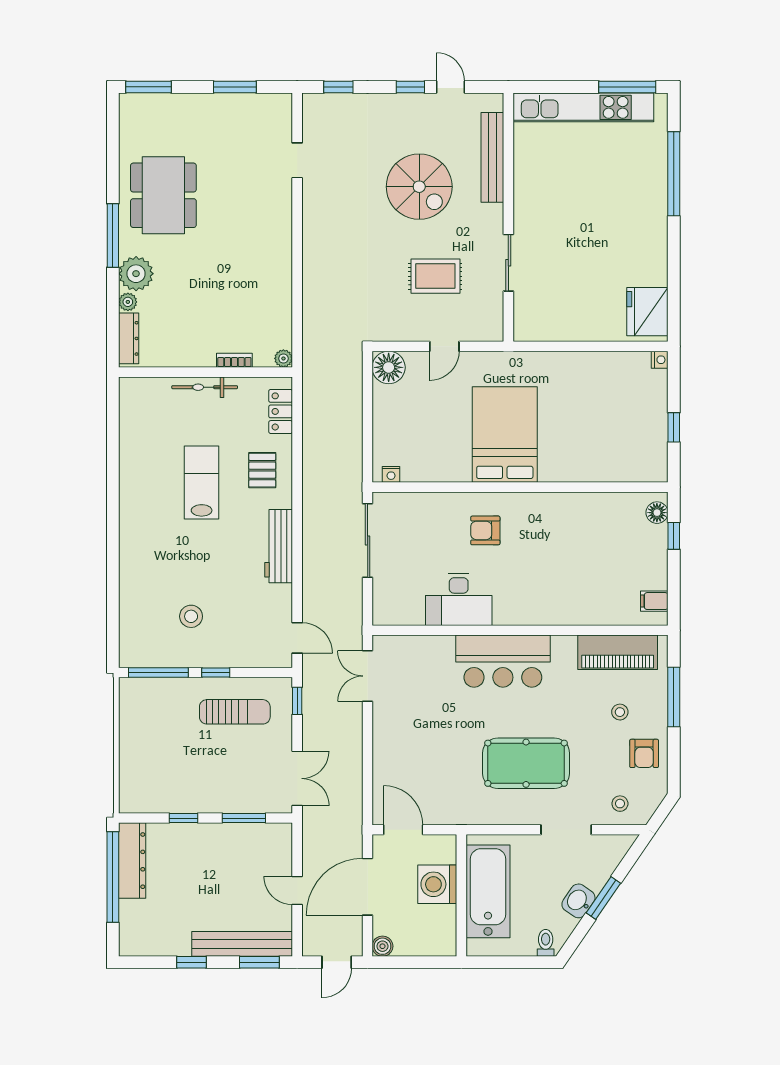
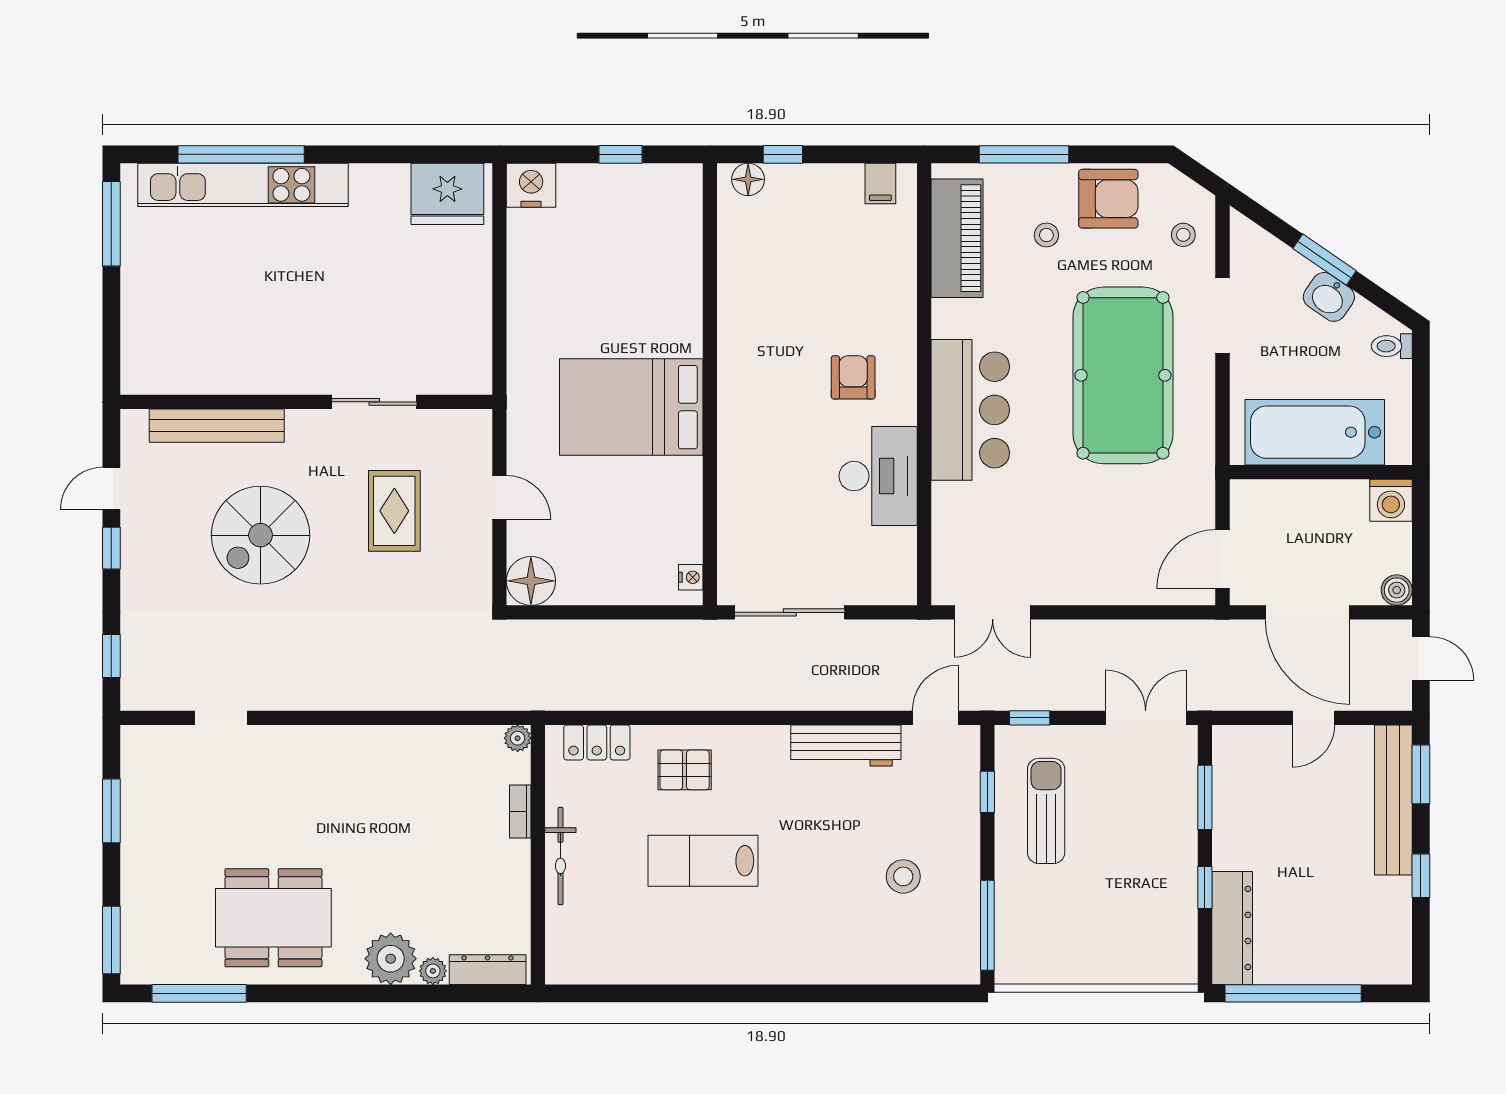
kitchen unit: (583, 107) -> (243, 185), moved, turned 90
spiral stairs: (419, 187) -> (261, 535), turned 180
window: (113, 236) -> (199, 993), moved
nightstand: (660, 360) -> (531, 185), width x1.89, depth x1.79
armchair: (485, 530) -> (853, 377), moved, turned 180
workbench: (279, 546) -> (846, 745), moved
window: (216, 673) -> (987, 792), moved
armchair: (644, 753) -> (1108, 199), width x1.38, depth x1.38
pool table: (526, 763) -> (1123, 375), width x1.36, depth x1.32
dresser: (132, 861) -> (1232, 928), moved, turned 90
washing machine: (437, 884) -> (1391, 500), moved, width x0.73, depth x0.73

